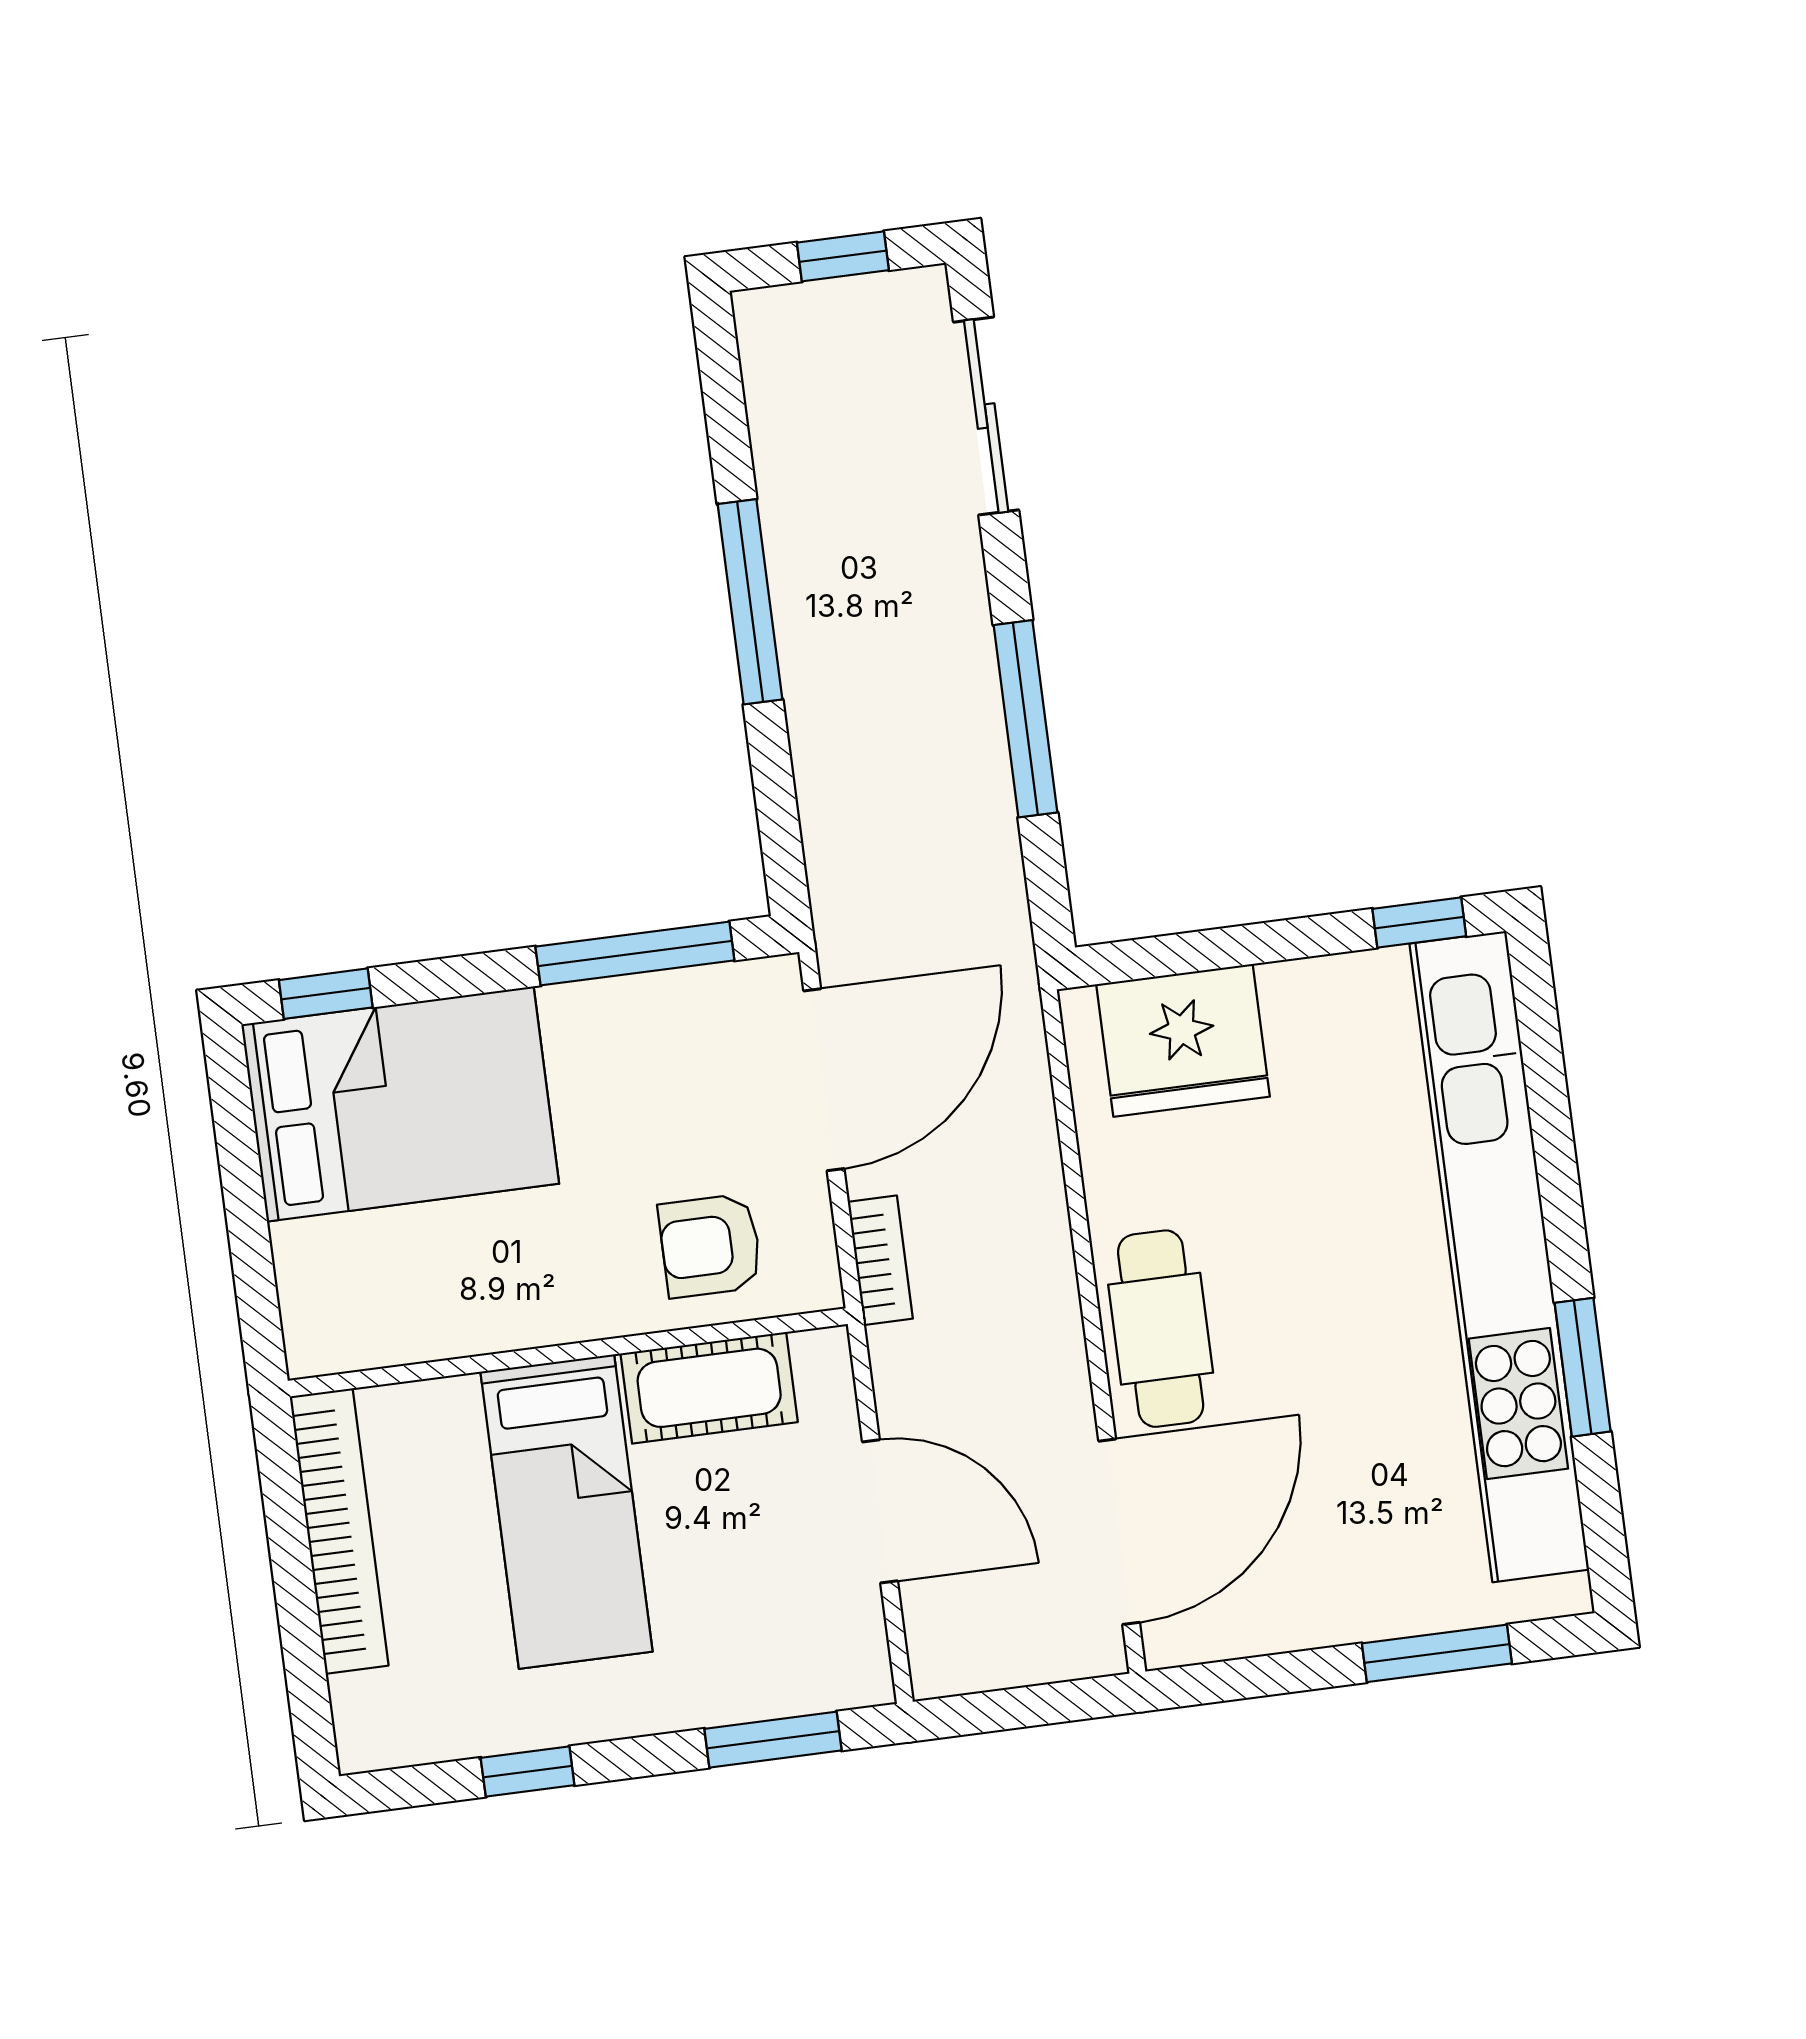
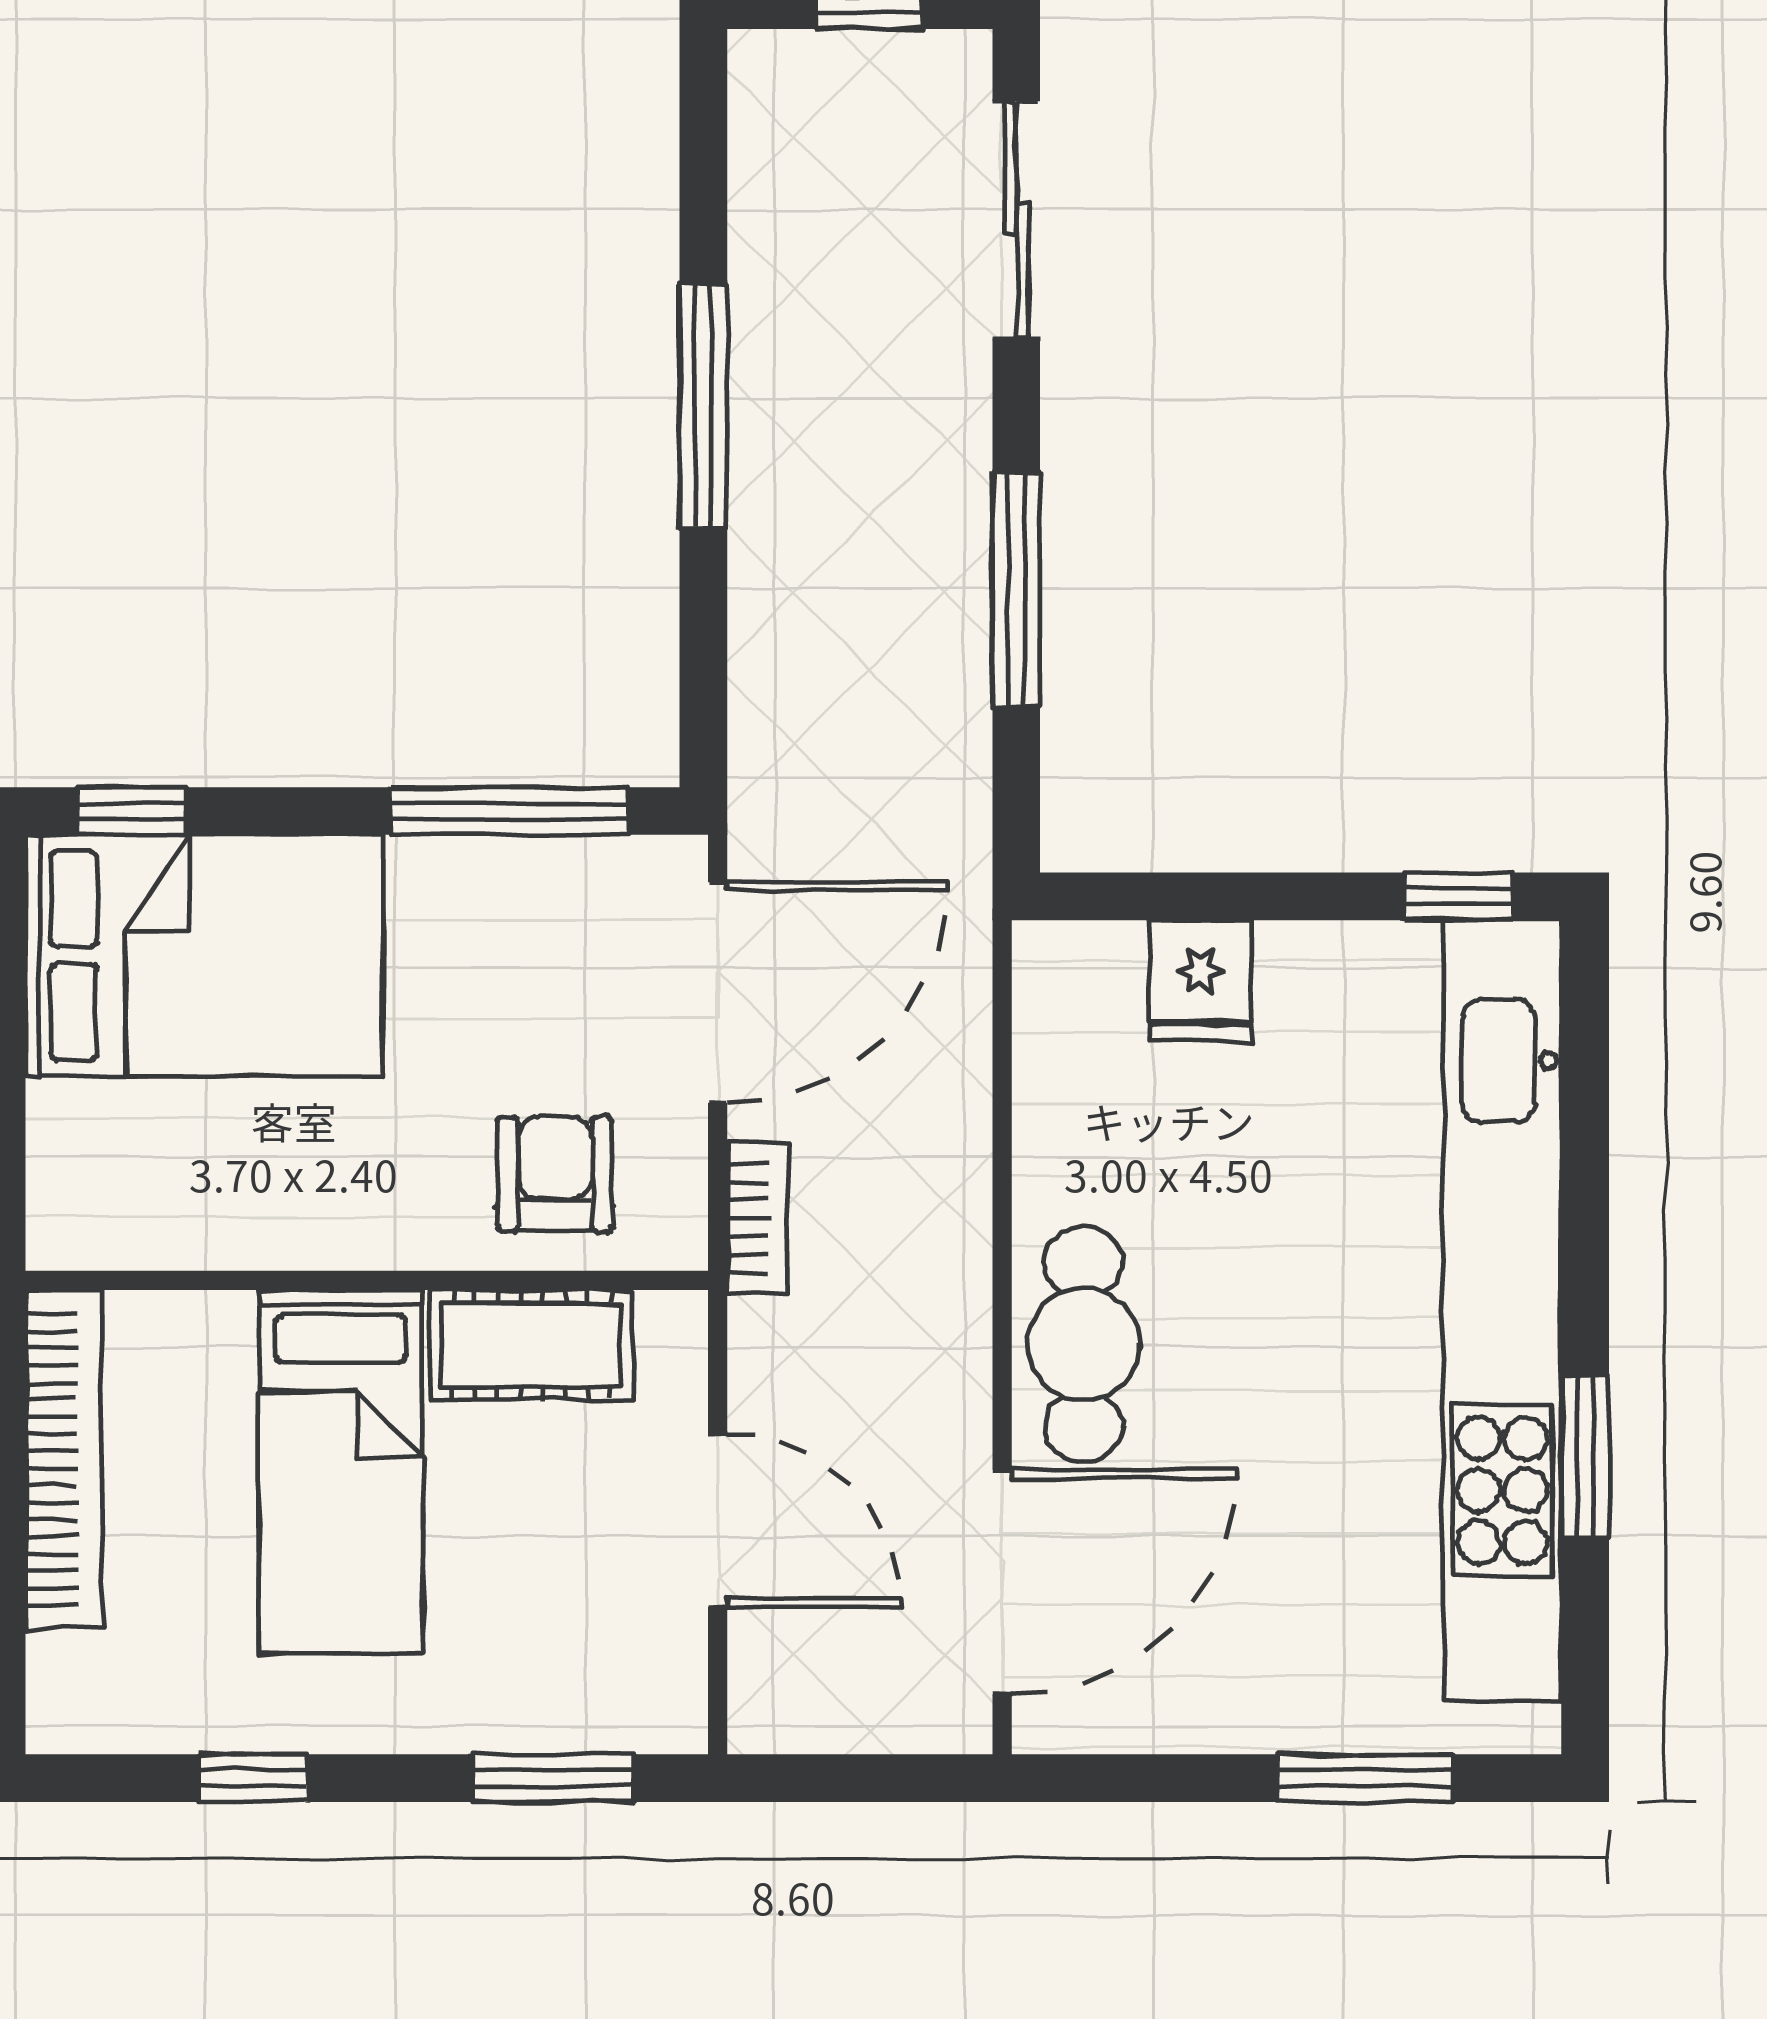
fridge: (1183, 1040) -> (1200, 981), width x0.53, depth x0.75
armchair: (710, 1246) -> (555, 1174), turned 90

